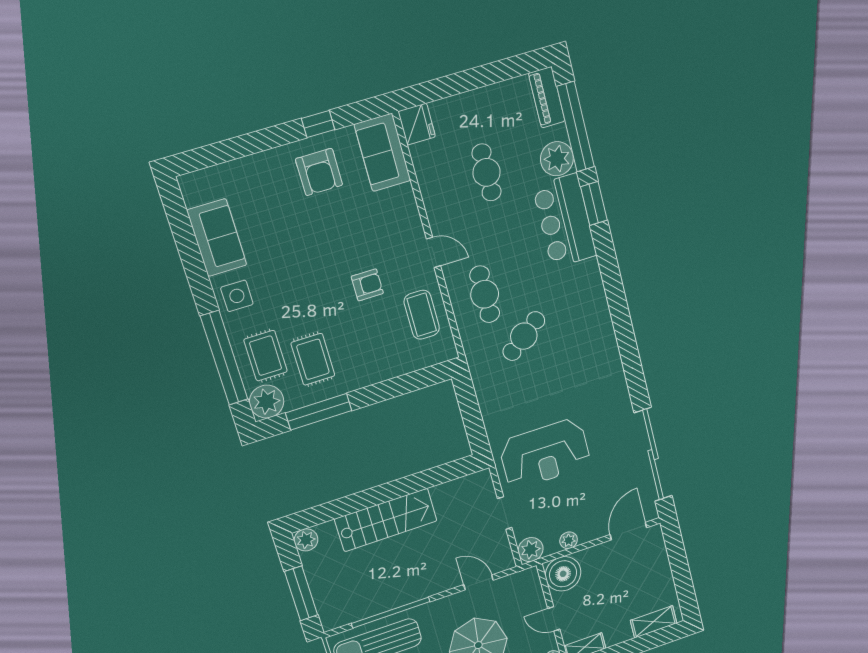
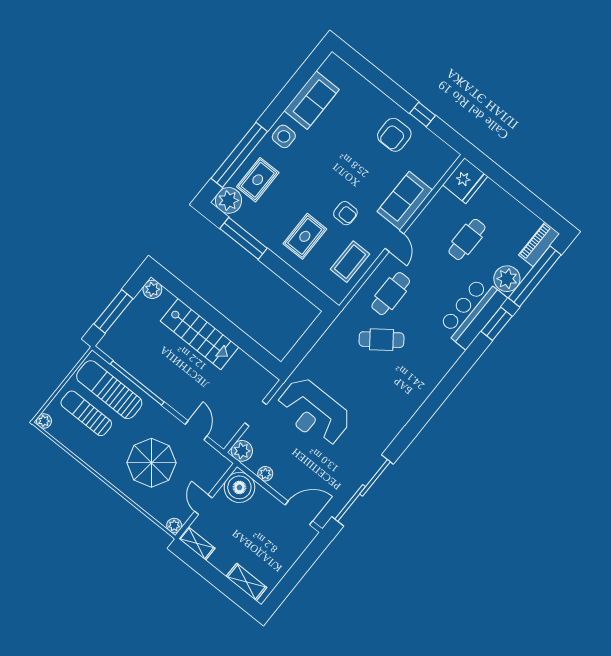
fridge: (417, 124) -> (465, 181), width x1.36, depth x1.34
sofa: (382, 152) -> (405, 201), moved
rug: (313, 359) -> (305, 236), moved

